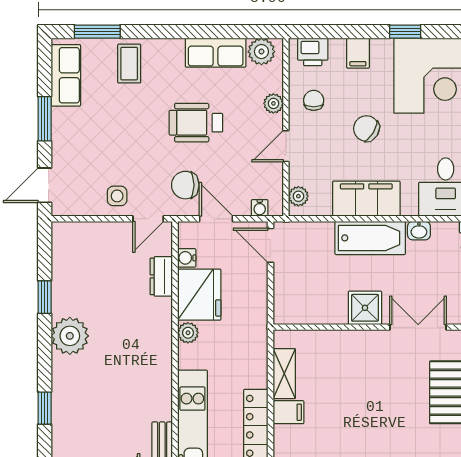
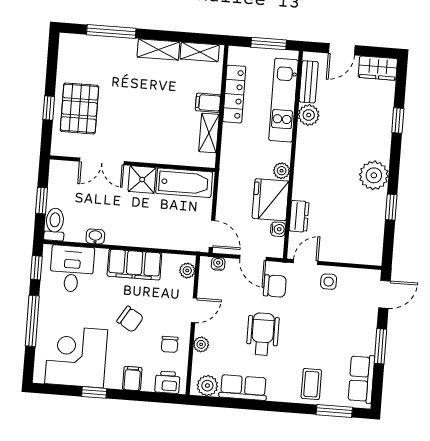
wheelchair: (196, 123) -> (263, 334), turned -90
bathtub: (370, 238) -> (184, 183), moved, turned 180
plant: (159, 406) -> (309, 115), added

